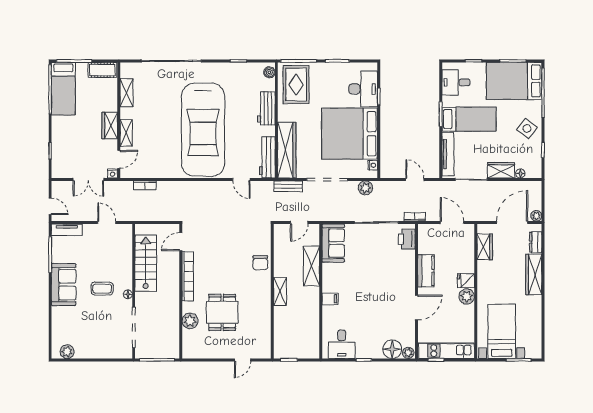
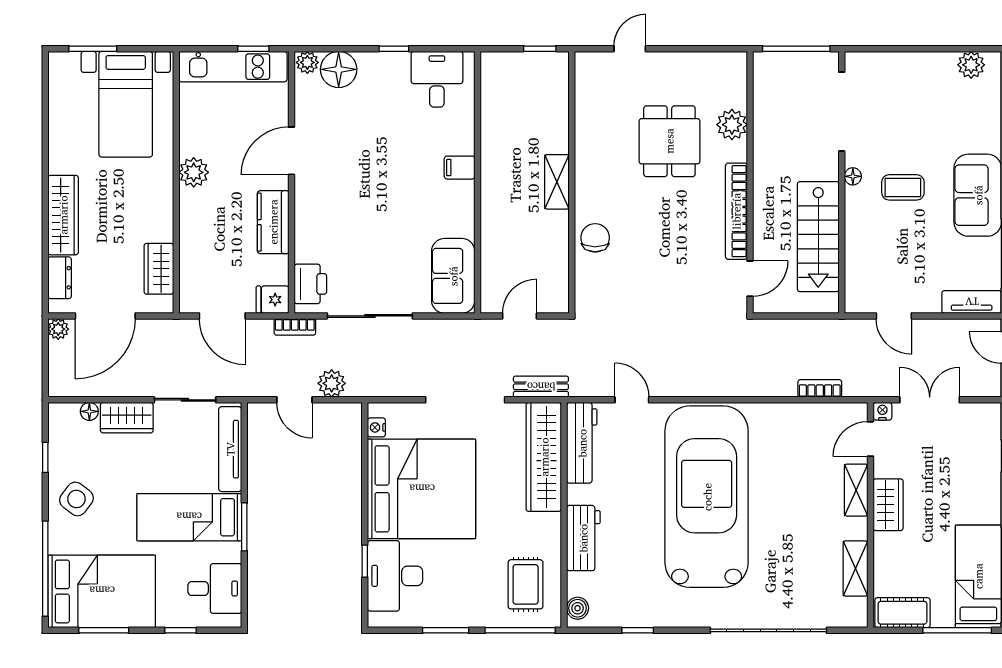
rug: (296, 85) -> (526, 584), width x0.73, depth x0.70
plant: (365, 188) -> (332, 383), moved
shelving: (311, 266) -> (496, 231), removed
fridge: (466, 281) -> (273, 300), moved, turned 180

